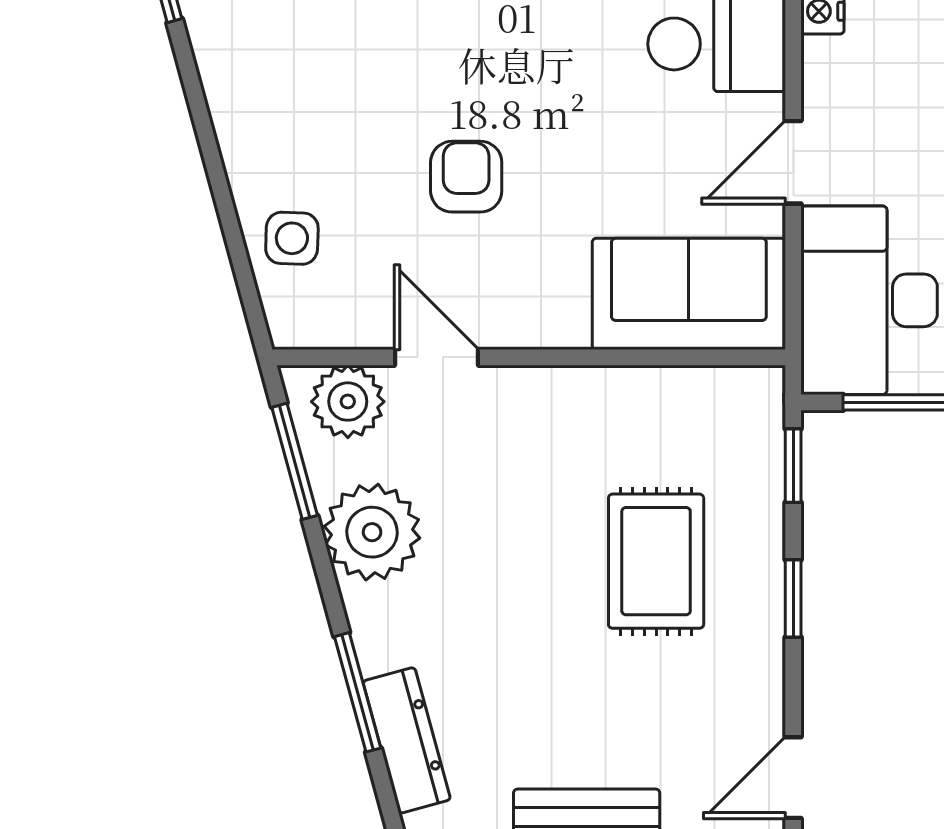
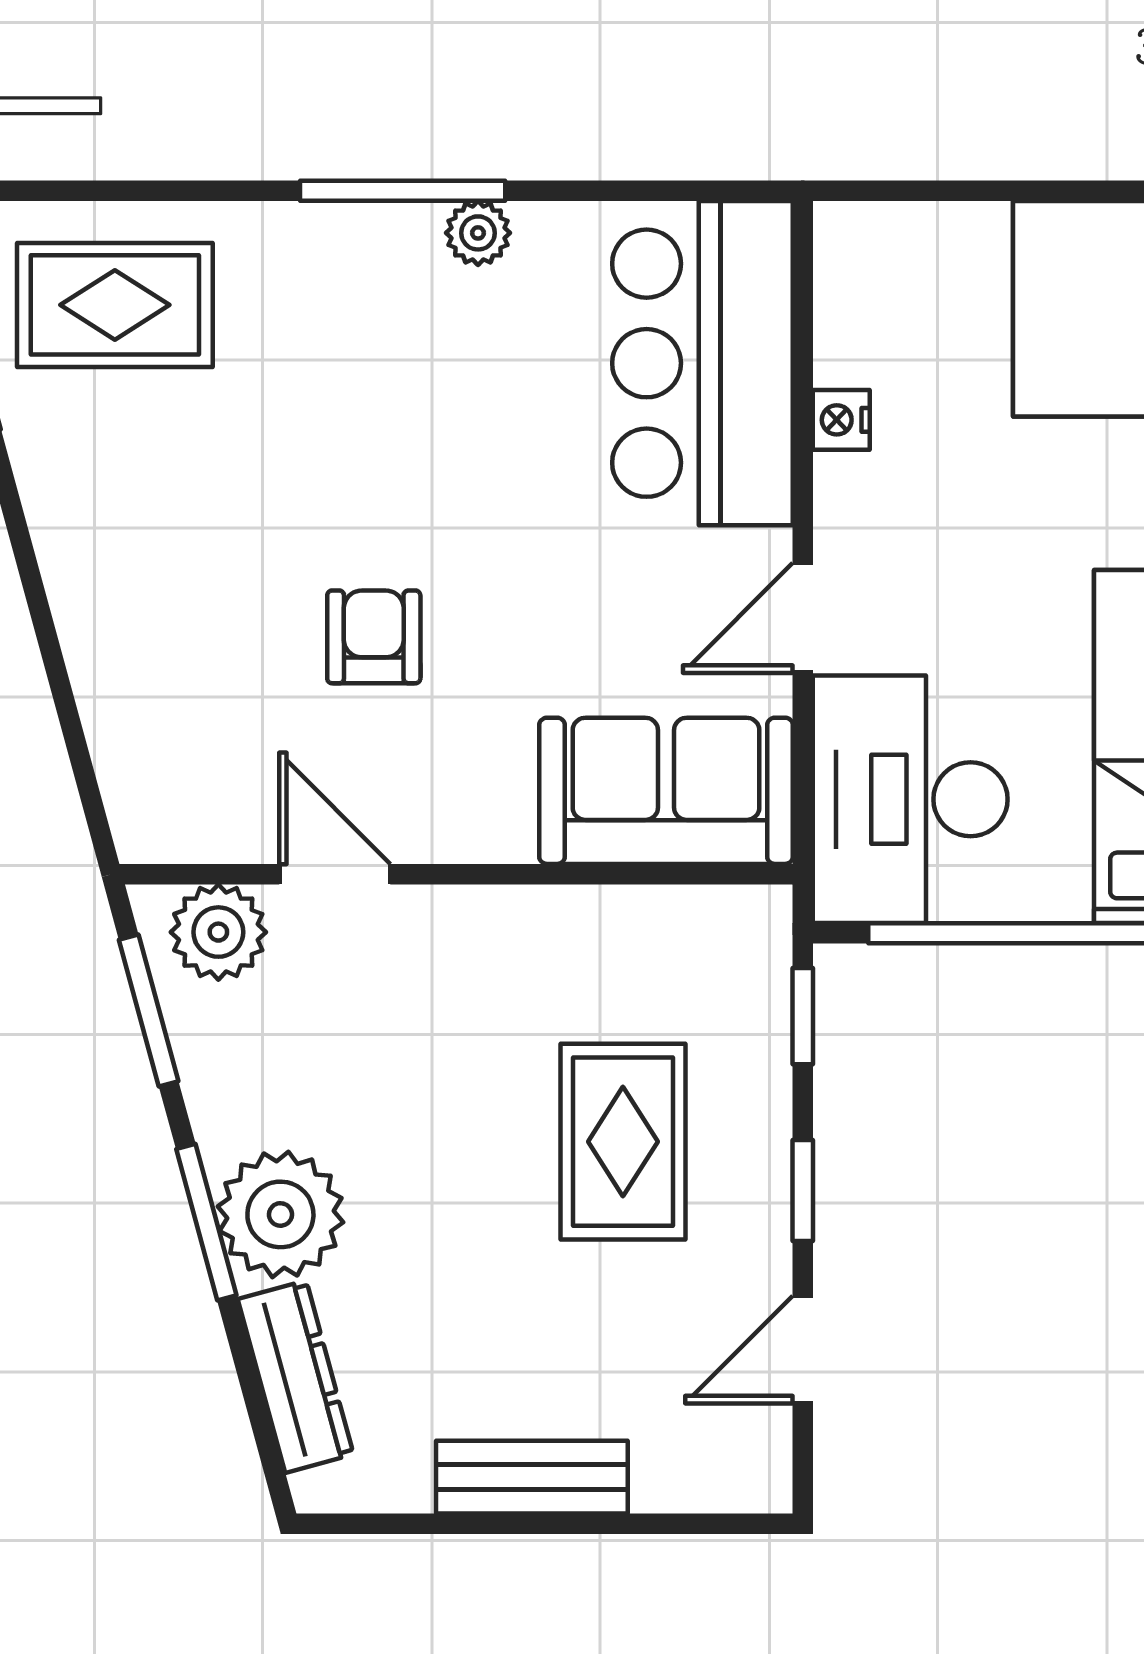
side table: (292, 238) -> (145, 718), removed
plant: (372, 532) -> (280, 1214), moved
window: (358, 692) -> (206, 1222), moved
door: (793, 778) -> (803, 1350), moved

